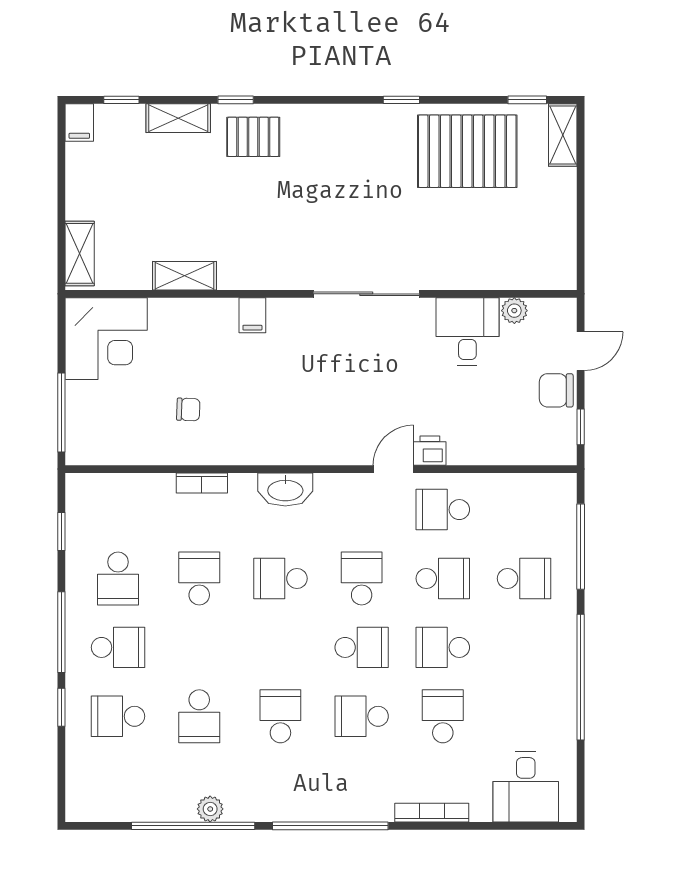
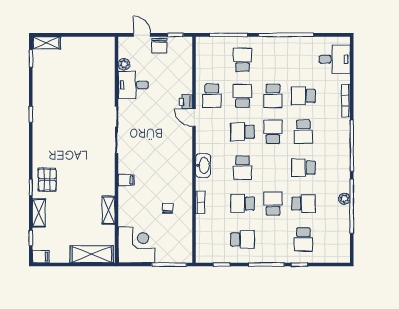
pallet: (467, 151) -> (54, 85), removed
shelving: (80, 253) -> (92, 254), width x1.50, depth x1.33
school desk: (118, 647) -> (273, 204), moved

